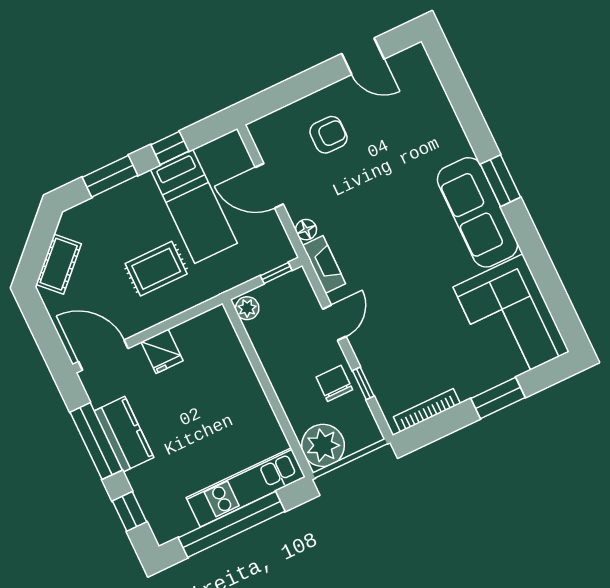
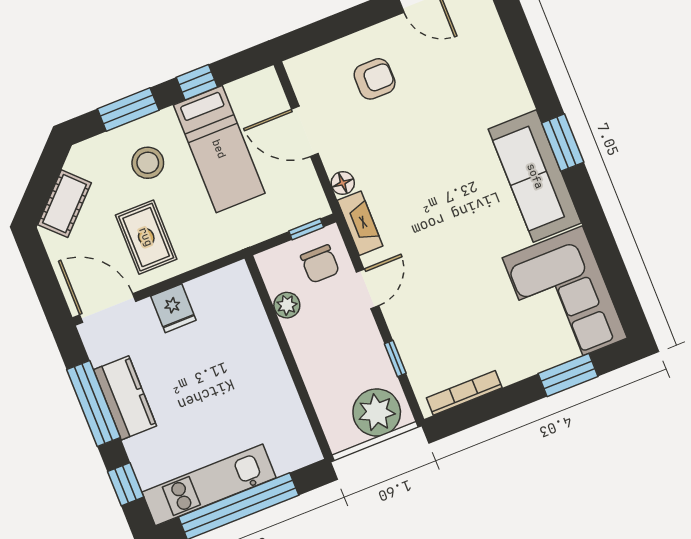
stool: (131, 223) -> (148, 163), added
rug: (156, 269) -> (146, 237), moved, turned 90
plant: (247, 308) -> (287, 305), moved
chair: (334, 383) -> (320, 264), moved, turned 180
window: (498, 398) -> (568, 375), moved
plant: (323, 445) -> (377, 412), moved
kitchen unit: (246, 487) -> (209, 485), moved

